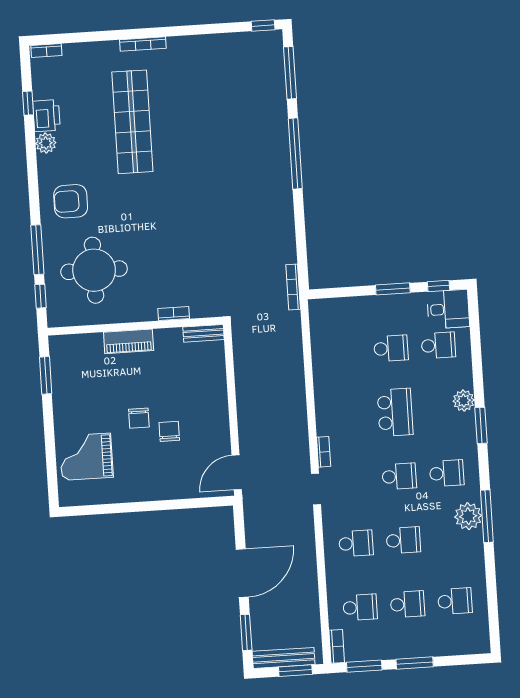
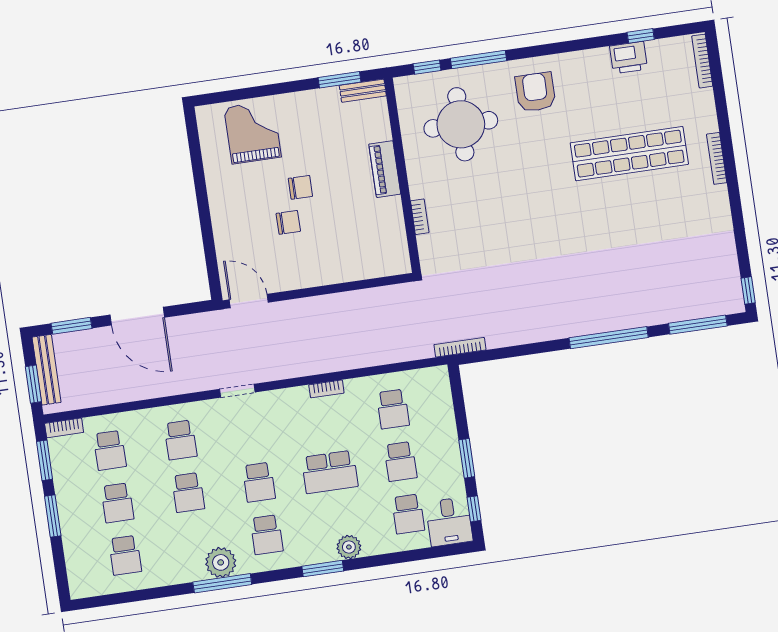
bookcase: (46, 50) -> (702, 61), width x1.56
plant: (46, 143) -> (598, 59), removed
bench: (204, 333) -> (363, 91), moved, turned 90
school desk: (344, 351) -> (393, 409), added
chair: (139, 418) -> (300, 187), turned 180
bookcase: (324, 452) -> (326, 389), moved

